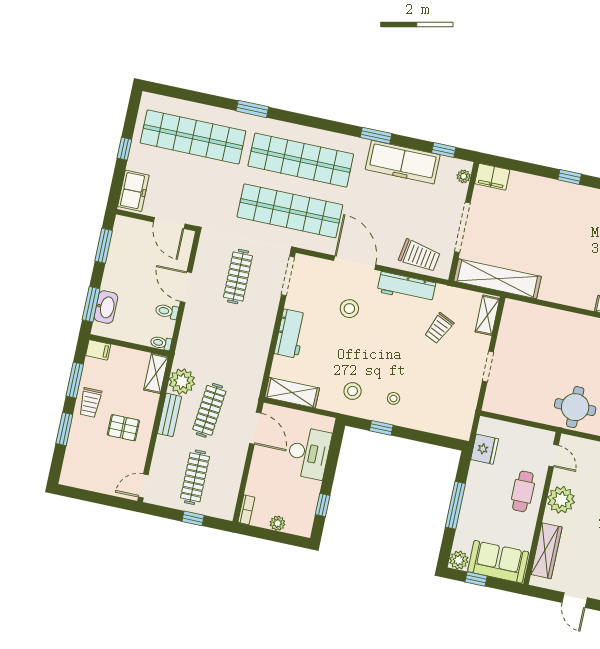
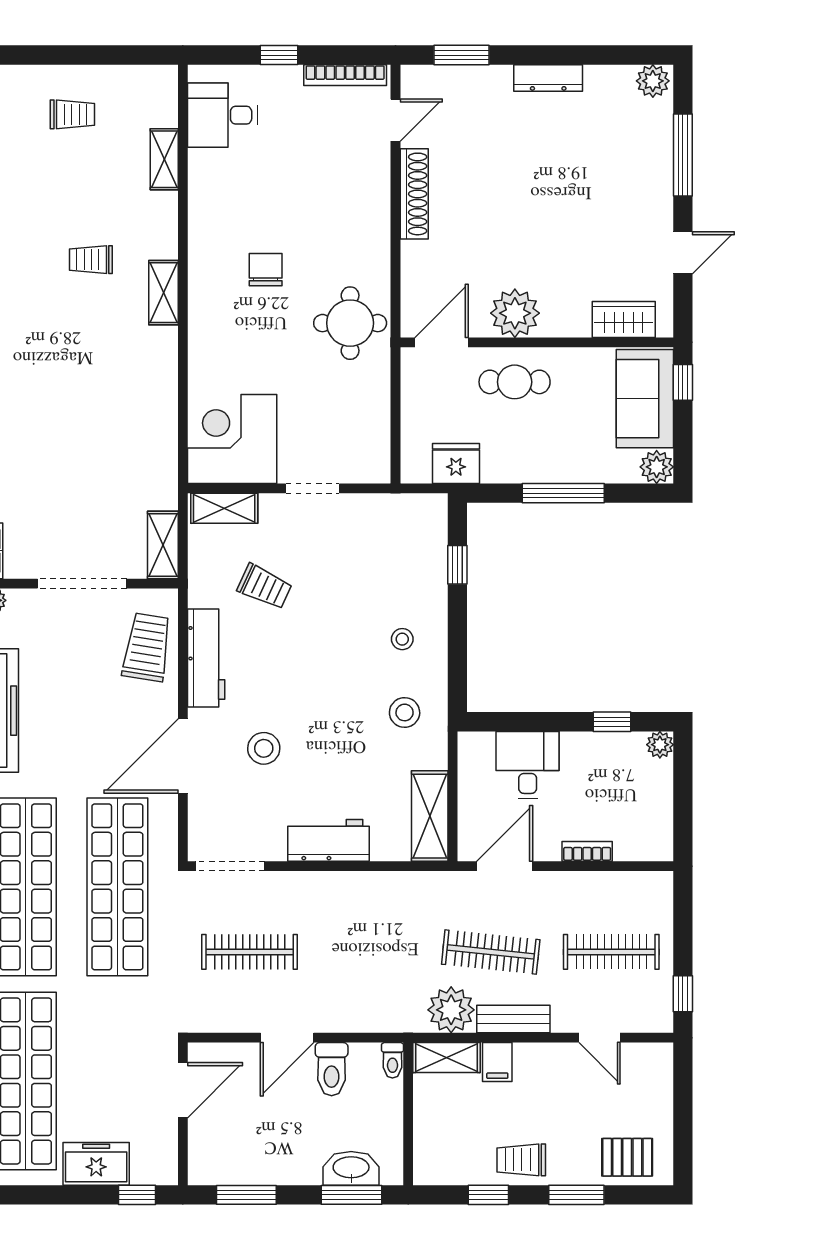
window: (124, 149) -> (137, 1195), moved
freezer: (133, 191) -> (96, 1164), moved
shelving: (497, 279) -> (163, 545), width x0.45, depth x0.75
toilet: (167, 311) -> (332, 1069), width x1.37, depth x1.39
corner desk: (525, 328) -> (232, 439), added
filing cabinet: (98, 350) -> (497, 1062), moved, turned 180
window: (75, 380) -> (488, 1195), width x0.67
trolley: (90, 402) -> (521, 1160), turned 180
pallet: (123, 428) -> (627, 1157), moved, turned 90
window: (381, 428) -> (457, 565), moved
desk: (309, 453) -> (528, 765), width x0.73
door: (554, 456) -> (442, 342), width x1.38
door: (143, 486) -> (599, 1038), moved
bookcase: (246, 510) -> (587, 851), moved
window: (193, 518) -> (683, 994), moved
plant: (277, 523) -> (660, 745), moved
wardrobe: (546, 551) -> (624, 319), width x0.67
window: (476, 579) -> (683, 382), moved

